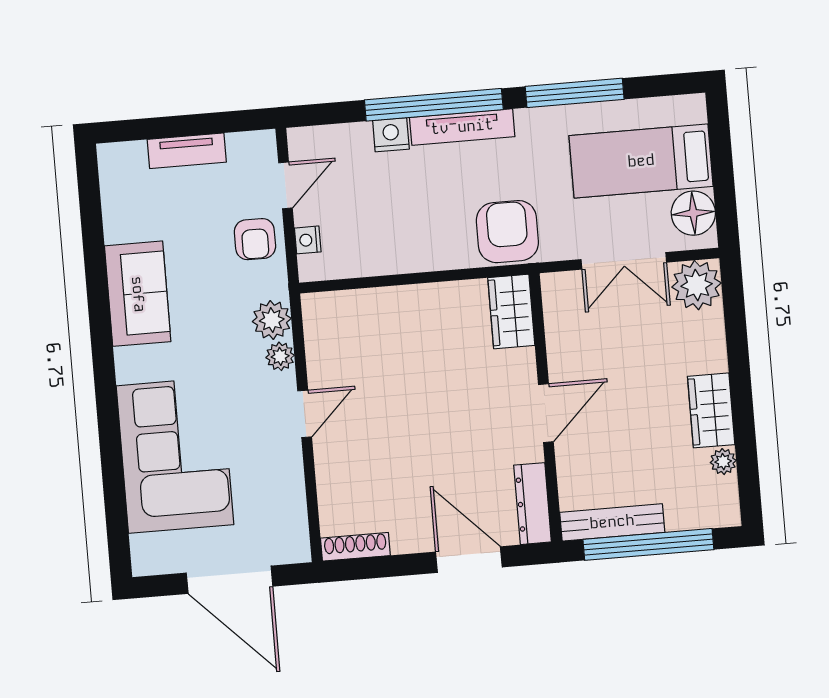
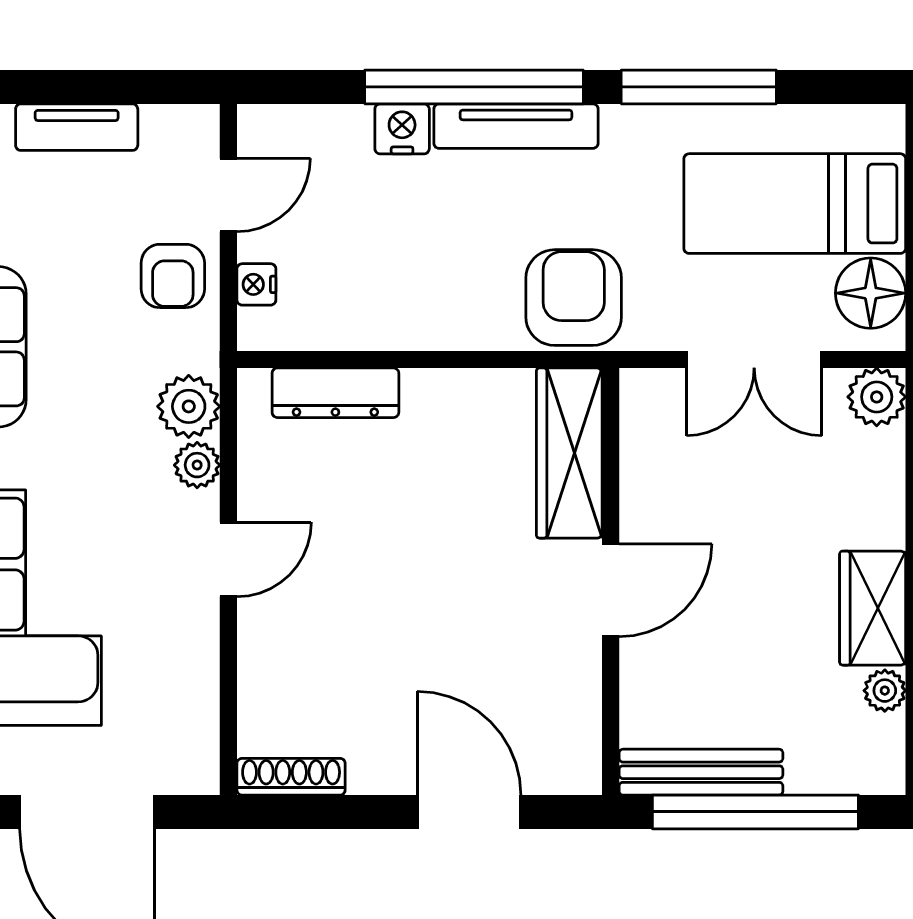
plant: (697, 285) -> (877, 397), width x0.73, depth x0.73
wardrobe: (511, 311) -> (569, 453), width x1.50
dresser: (533, 504) -> (335, 393), moved, turned -90

